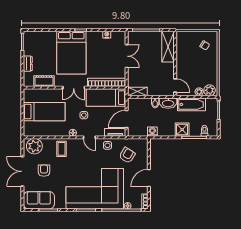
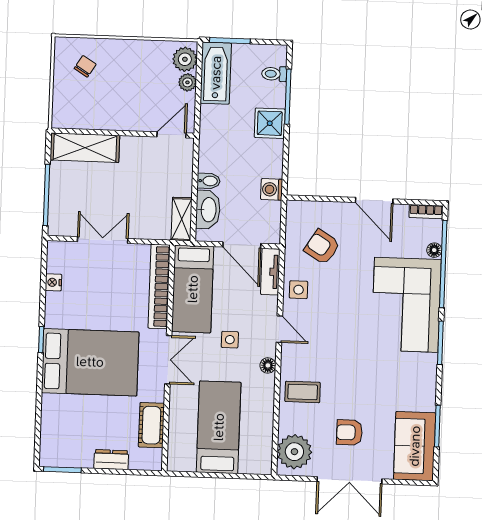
washbasin: (168, 103) -> (208, 210), moved
bathtub: (191, 104) -> (216, 73), moved
door: (89, 137) -> (279, 329), hinge flipped
corner sofa: (95, 189) -> (406, 305), width x0.73, depth x0.74

